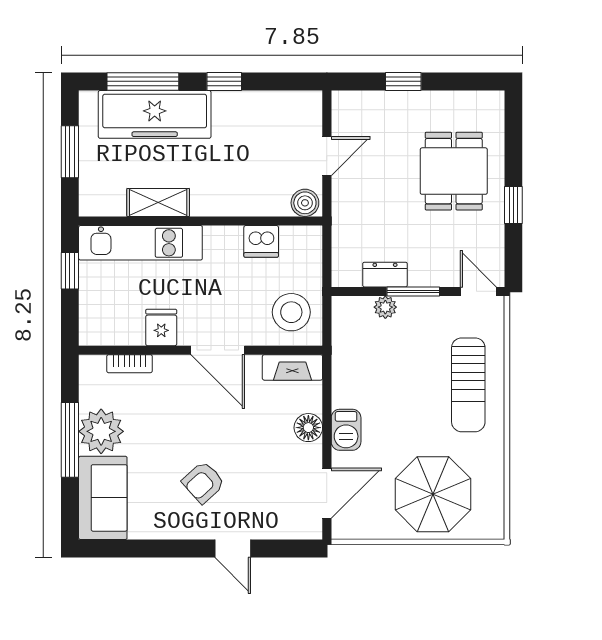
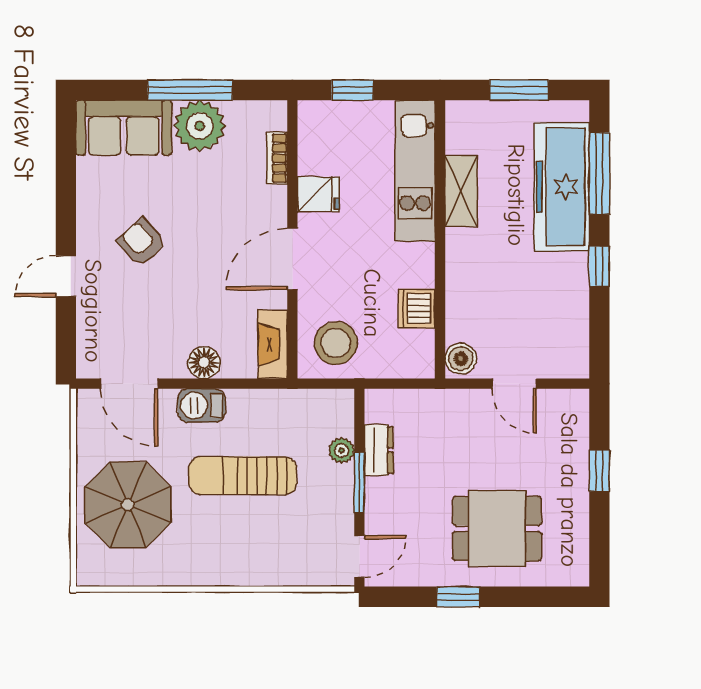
window: (70, 271) -> (352, 90), moved
sun lounger: (468, 385) -> (243, 476), moved

